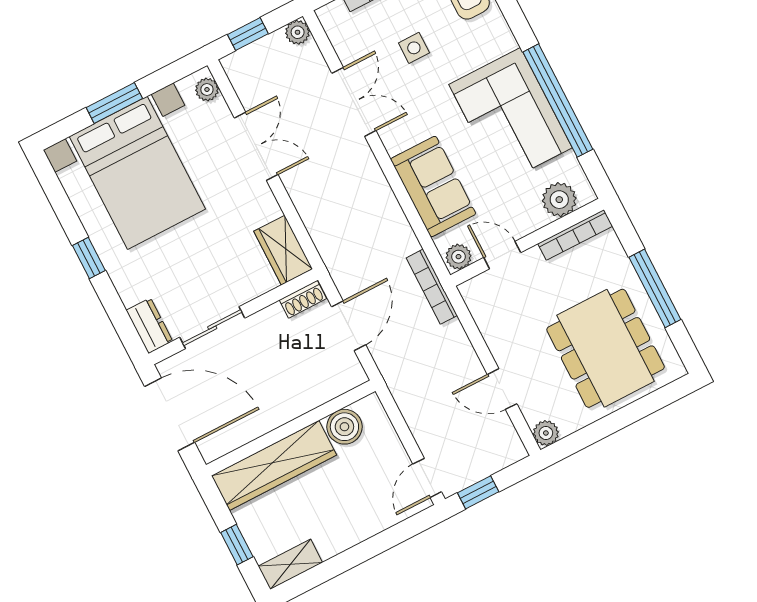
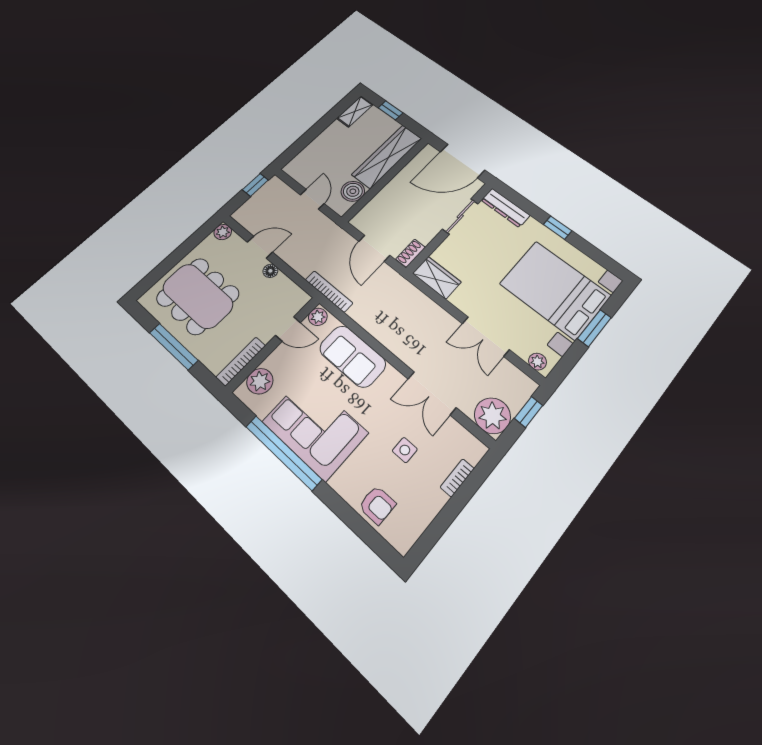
plant: (298, 32) -> (492, 416), width x1.87, depth x1.87
dresser: (149, 326) -> (505, 208), width x1.44
floor lamp: (499, 347) -> (270, 271), added
door: (427, 478) -> (312, 199), moved

